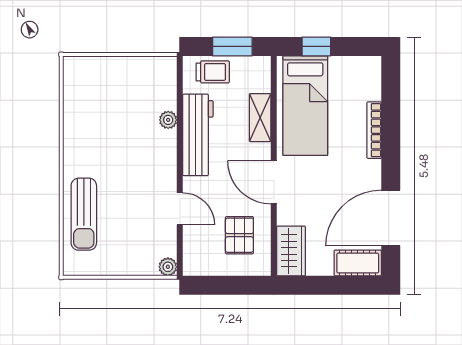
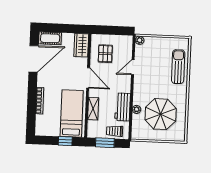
parasol: (117, 112) -> (161, 114), added
workbench: (198, 135) -> (123, 107), width x0.73
door: (180, 209) -> (133, 67), hinge flipped

